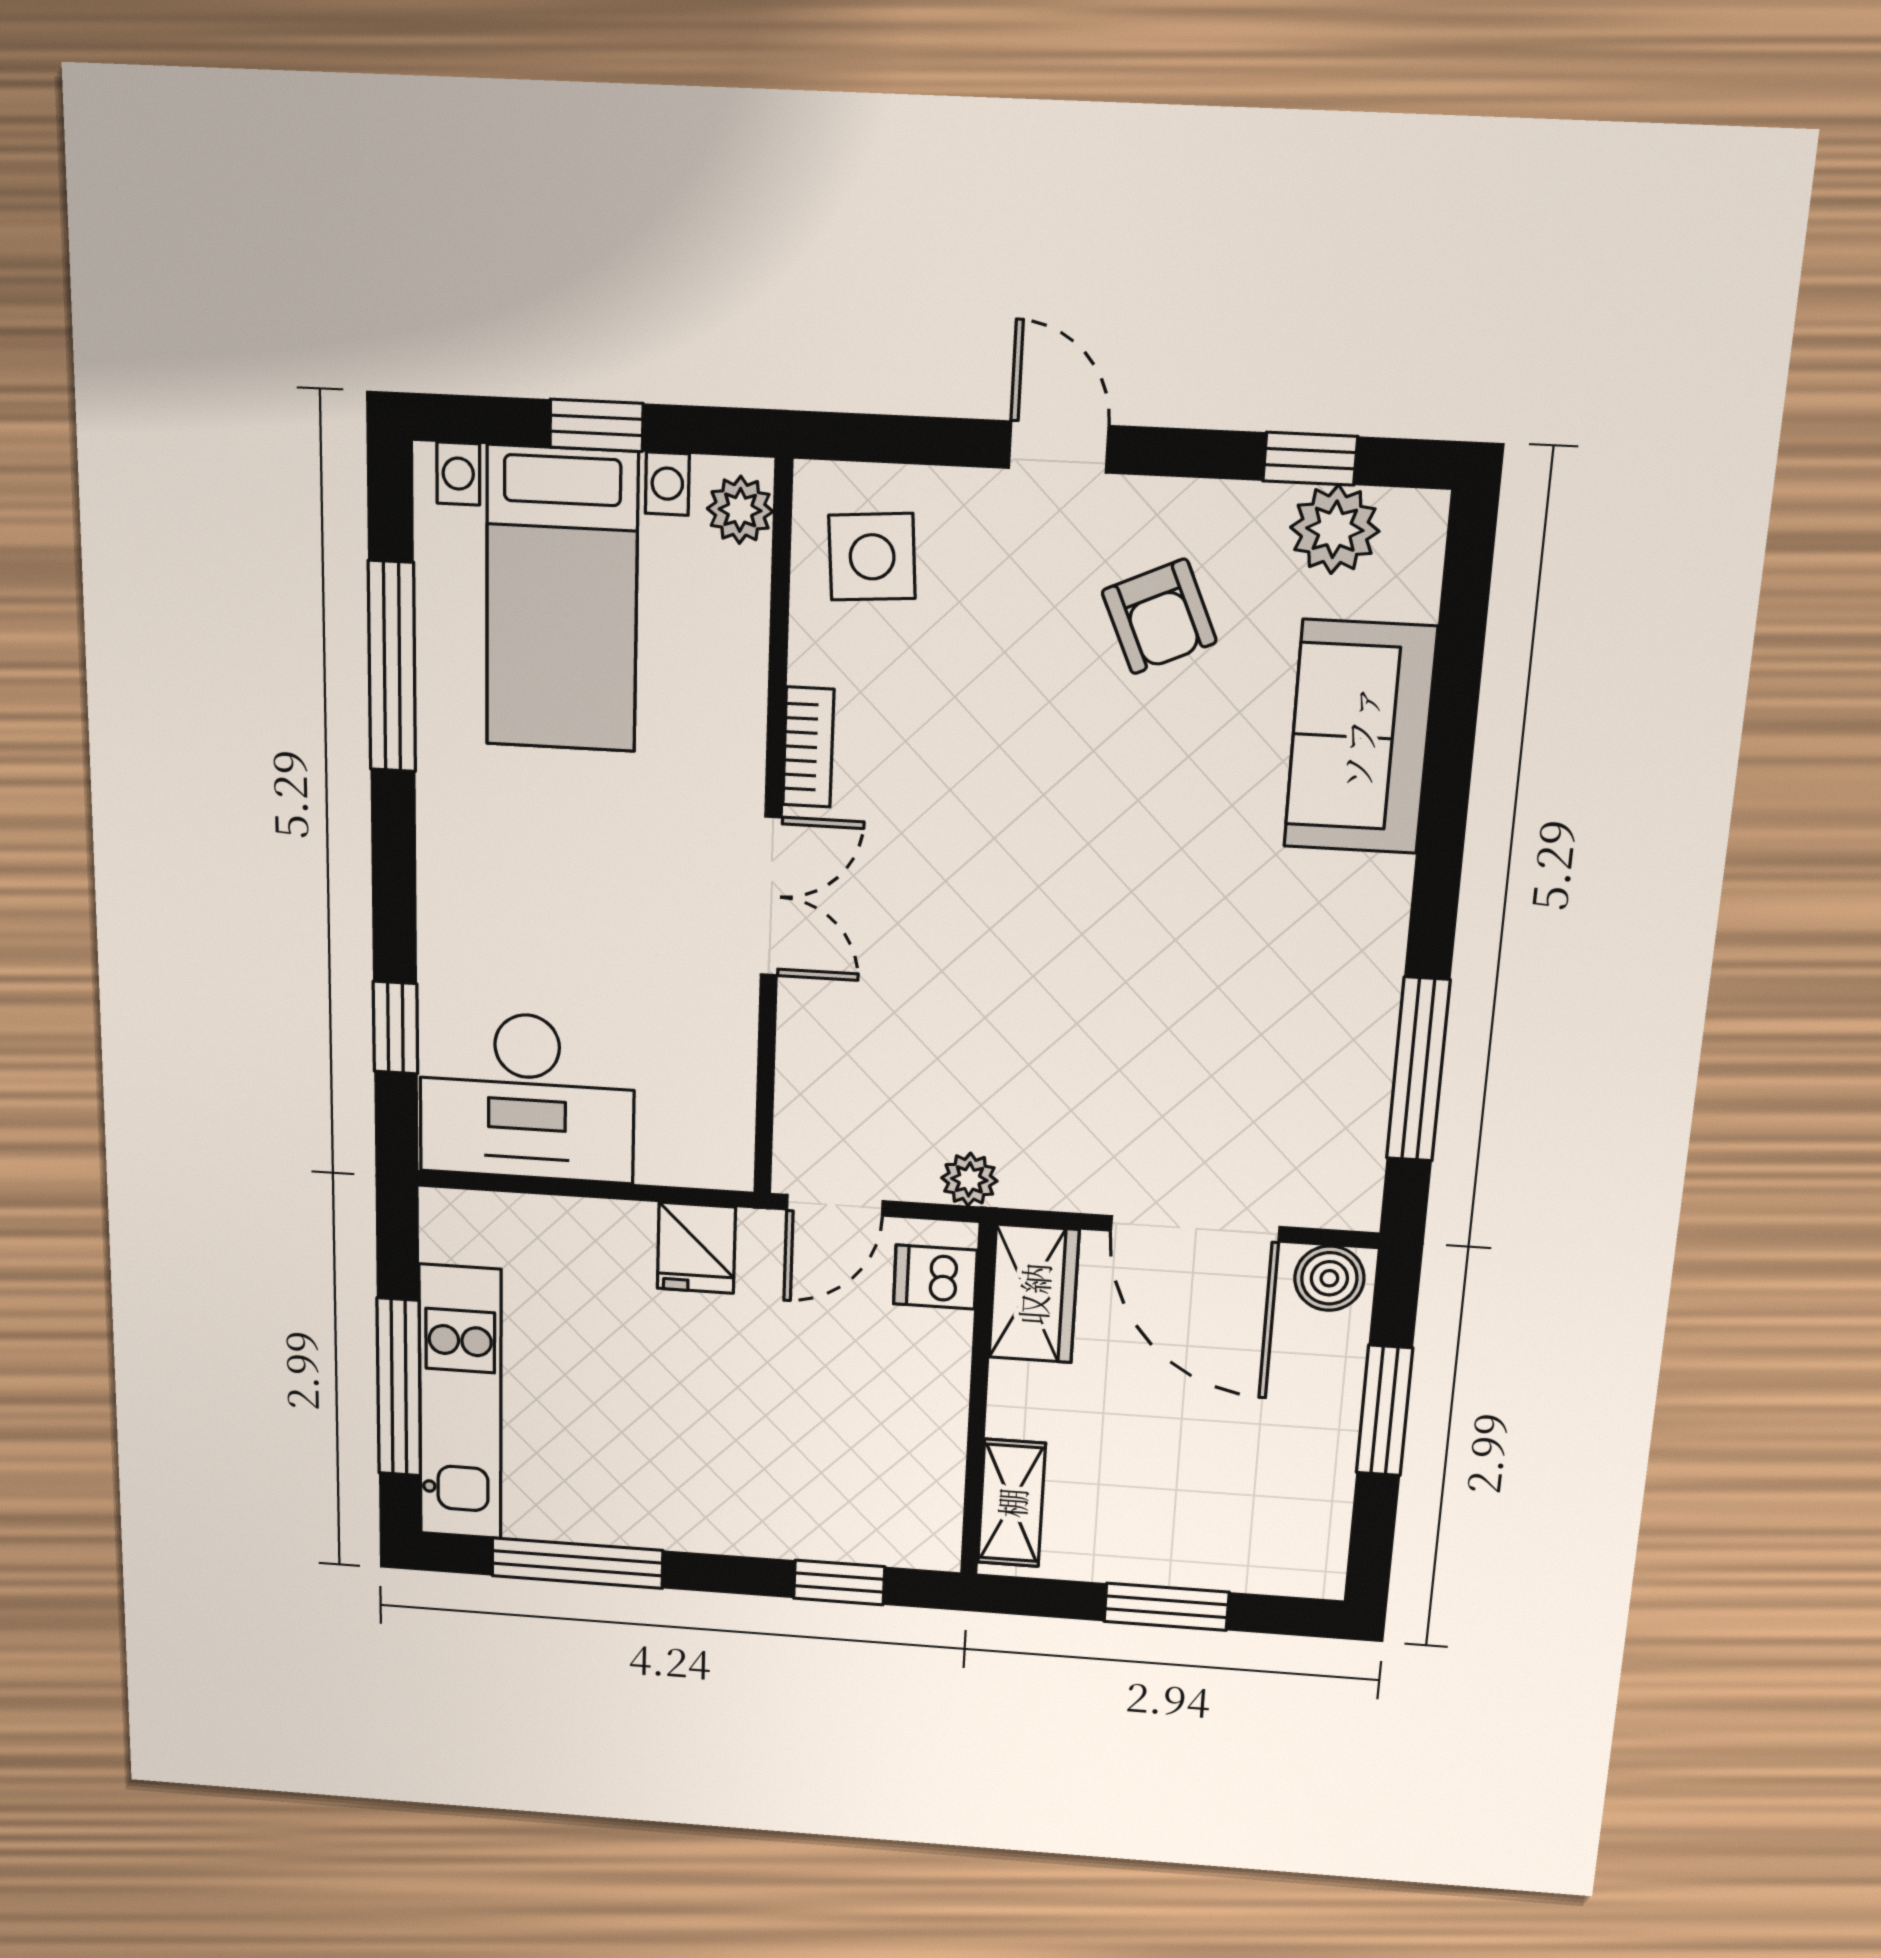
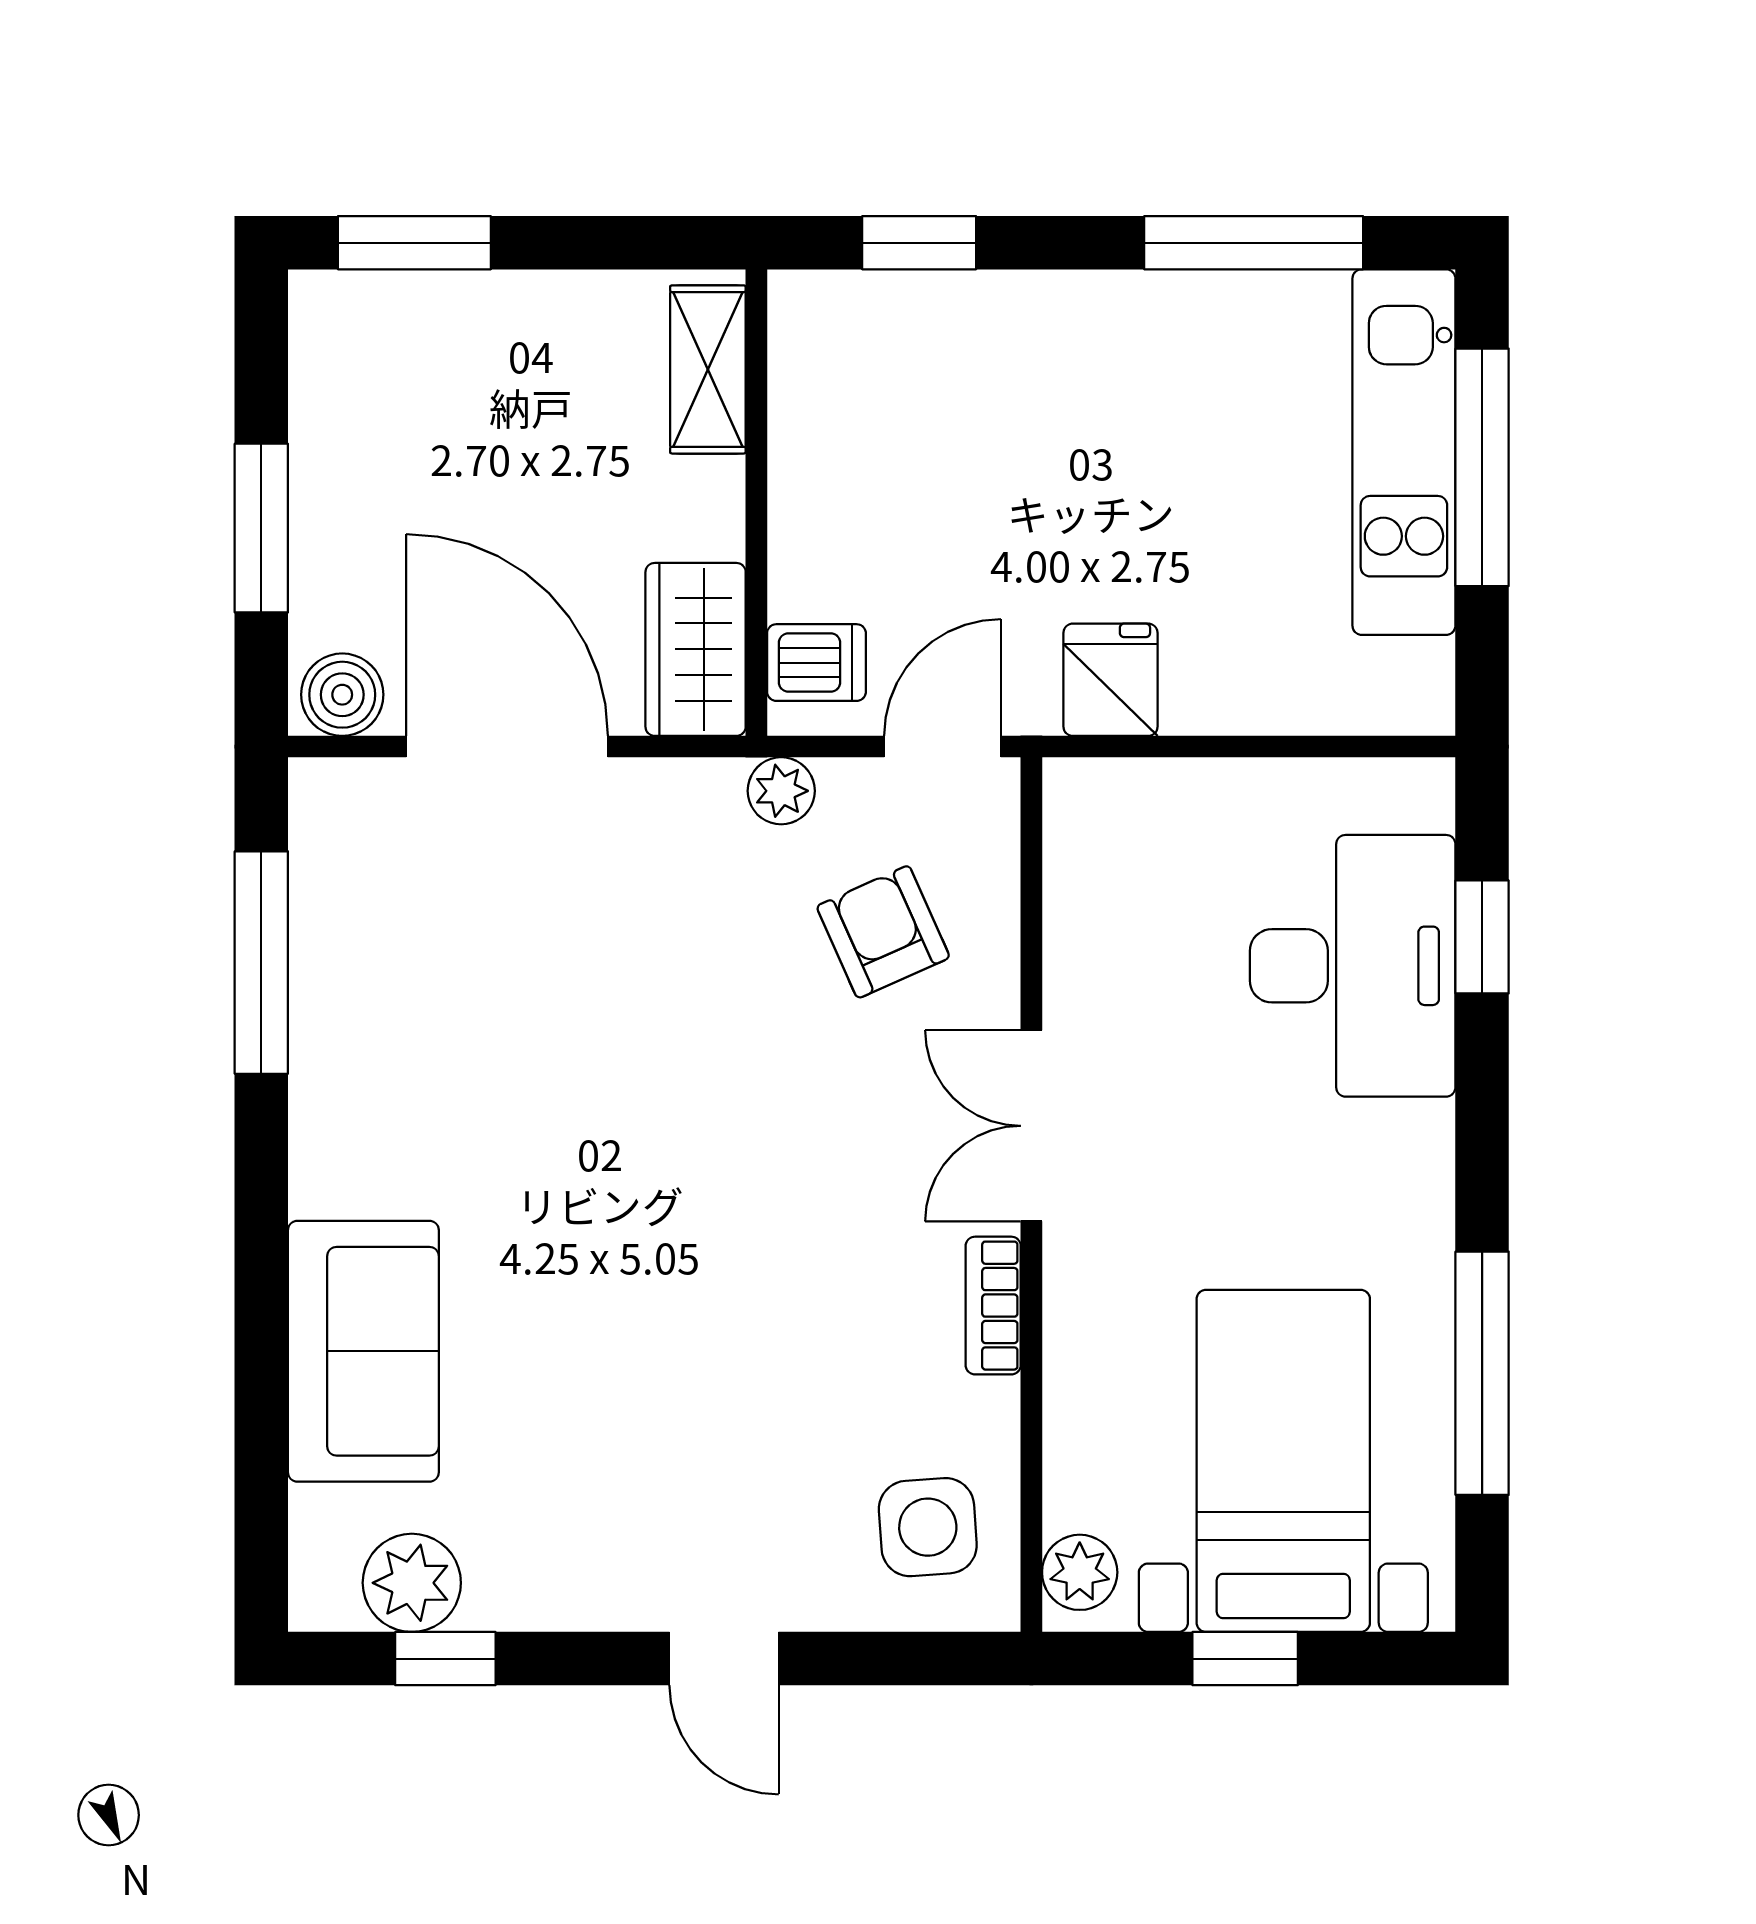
armchair: (1159, 617) -> (883, 932), moved
desk: (527, 1097) -> (1353, 966), moved, turned 90
window: (1166, 1607) -> (414, 243), moved

